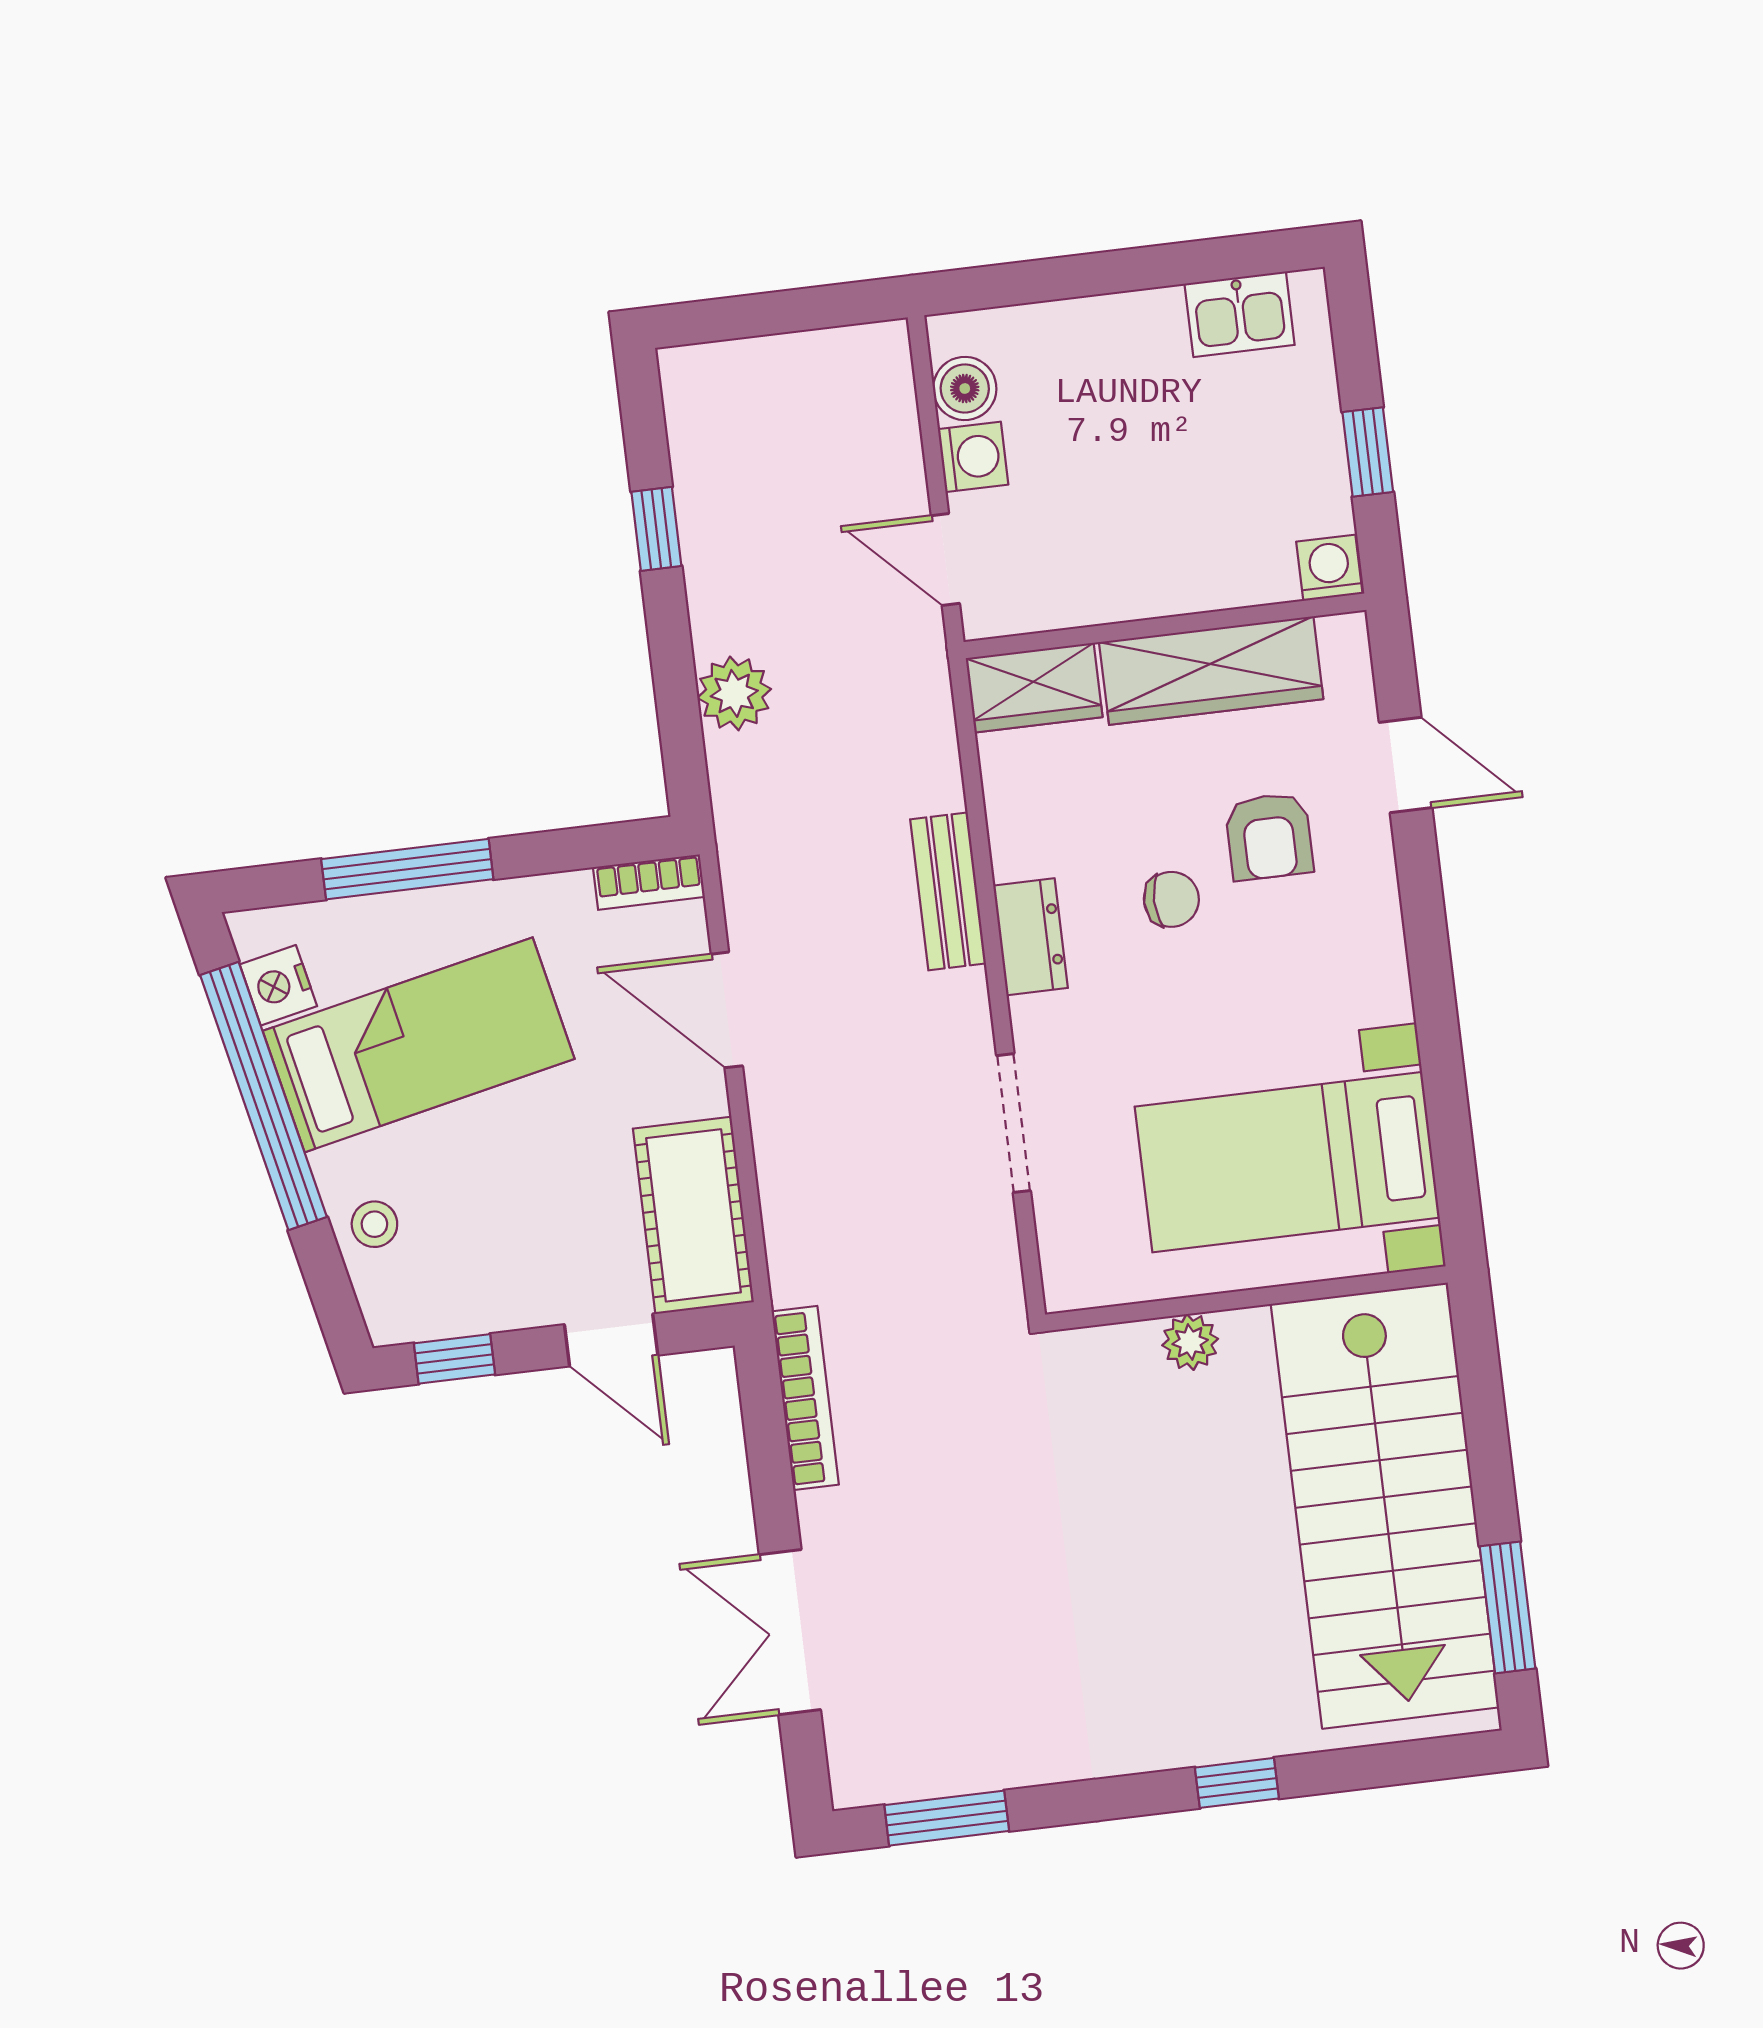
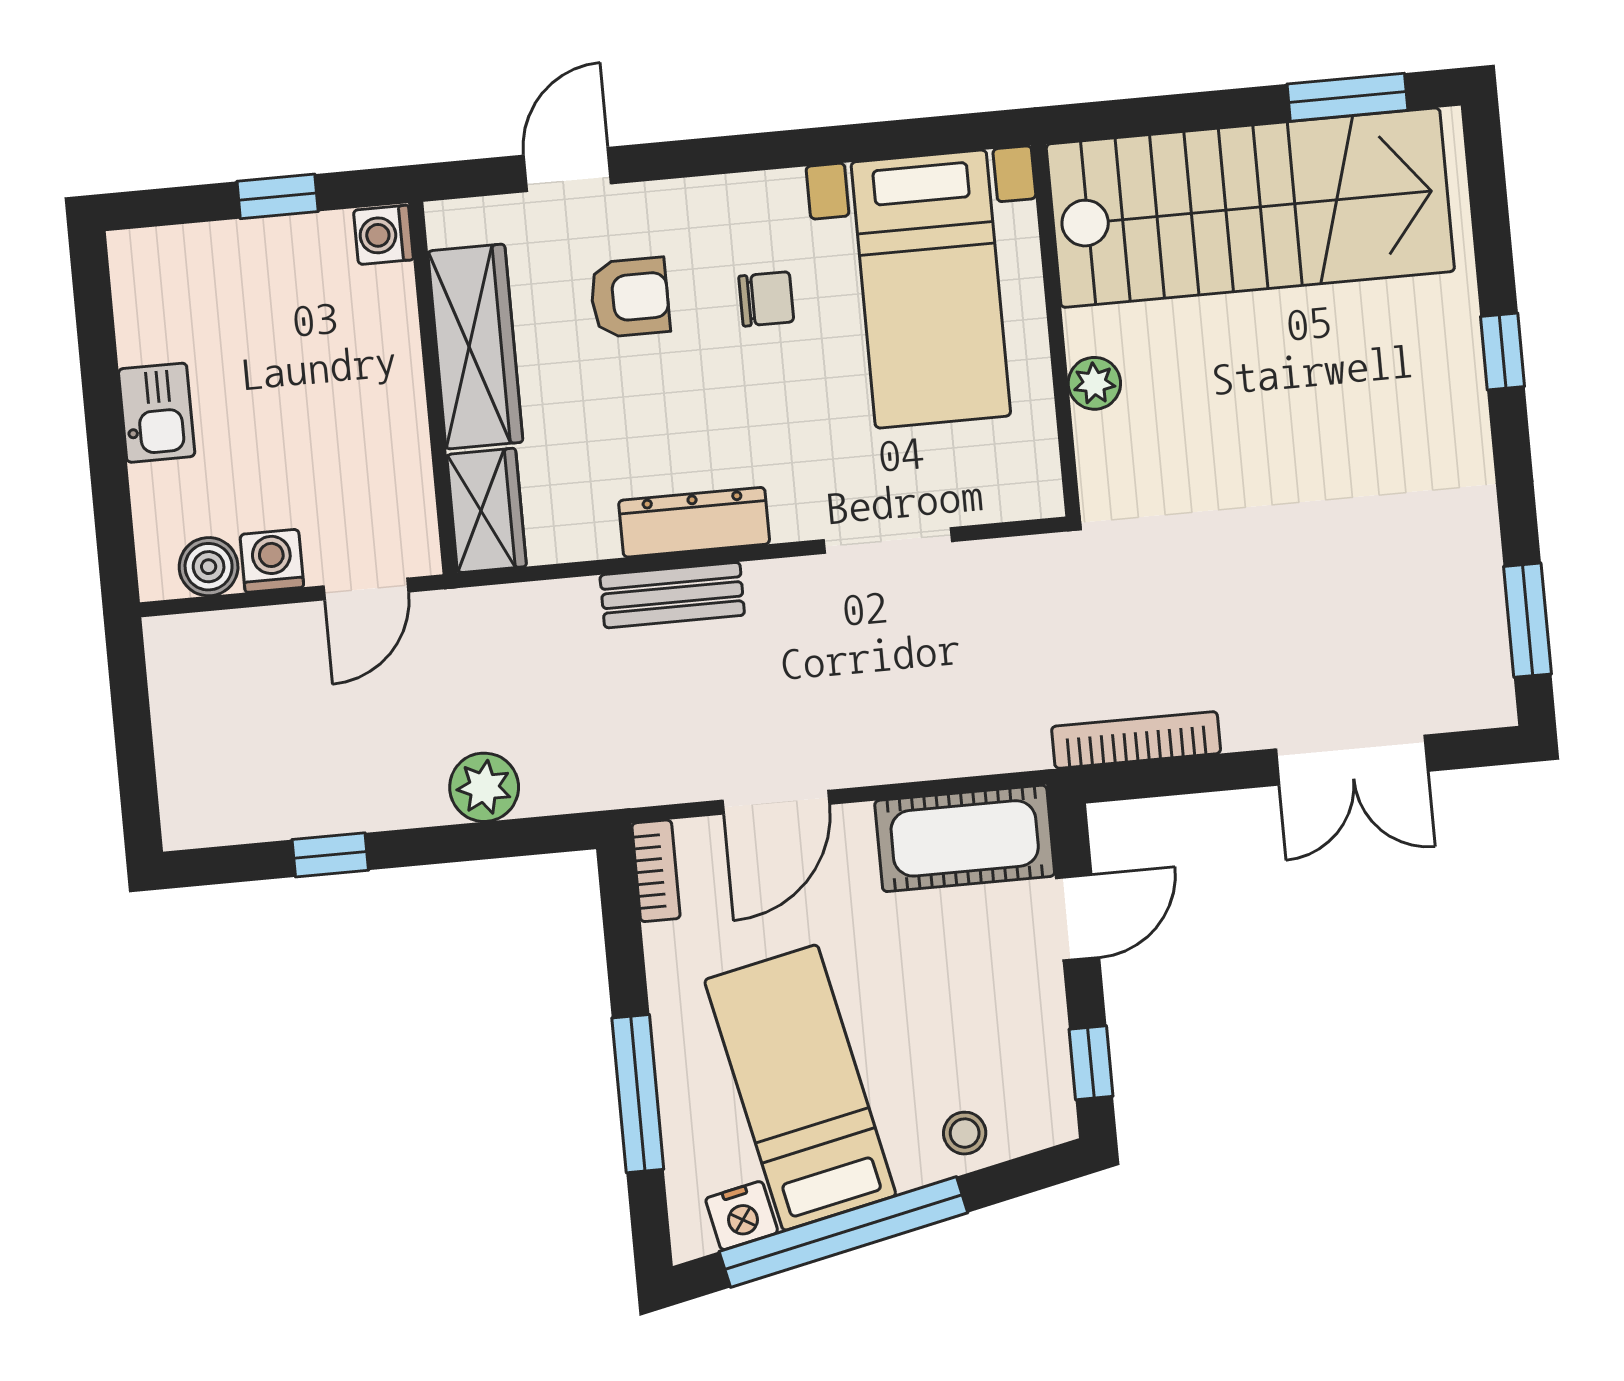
kitchen sink: (1240, 314) -> (157, 413), moved
chair: (1171, 899) -> (766, 299), moved, turned 90
dresser: (1031, 937) -> (694, 522), width x1.44

